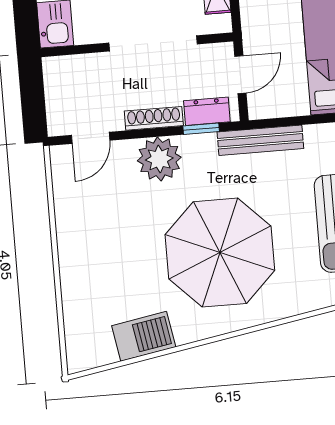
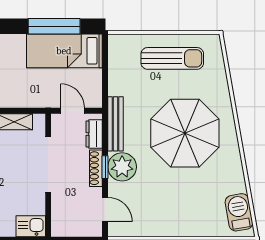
window: (201, 129) -> (105, 167), moved
bench: (260, 140) -> (115, 124), moved
barbecue: (144, 336) -> (239, 212), moved

